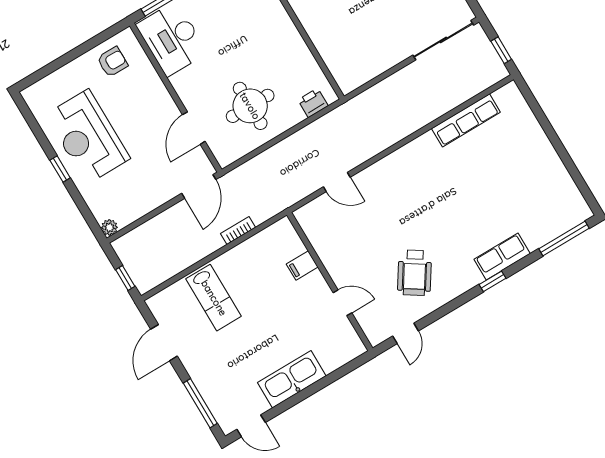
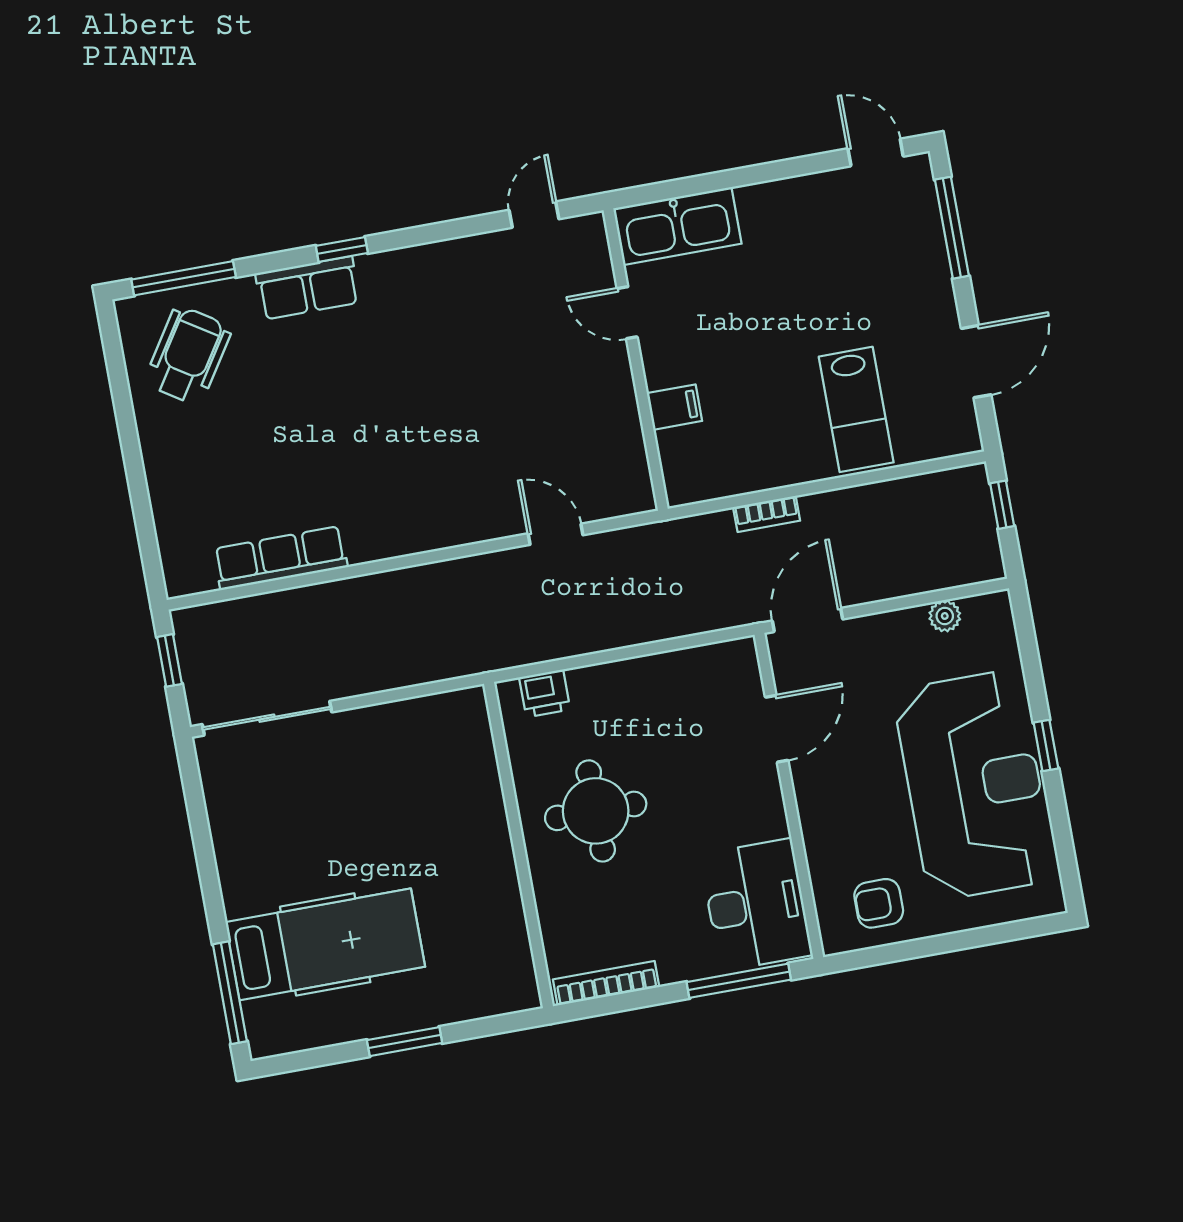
round table: (250, 106) -> (596, 811), moved
reception desk: (88, 137) -> (974, 785), width x1.36, depth x1.30
plant: (109, 227) -> (945, 616), moved
wheelchair: (415, 273) -> (188, 355), moved
lab bench: (214, 298) -> (856, 409), turned 180
kitchen sink: (292, 379) -> (677, 226), moved

